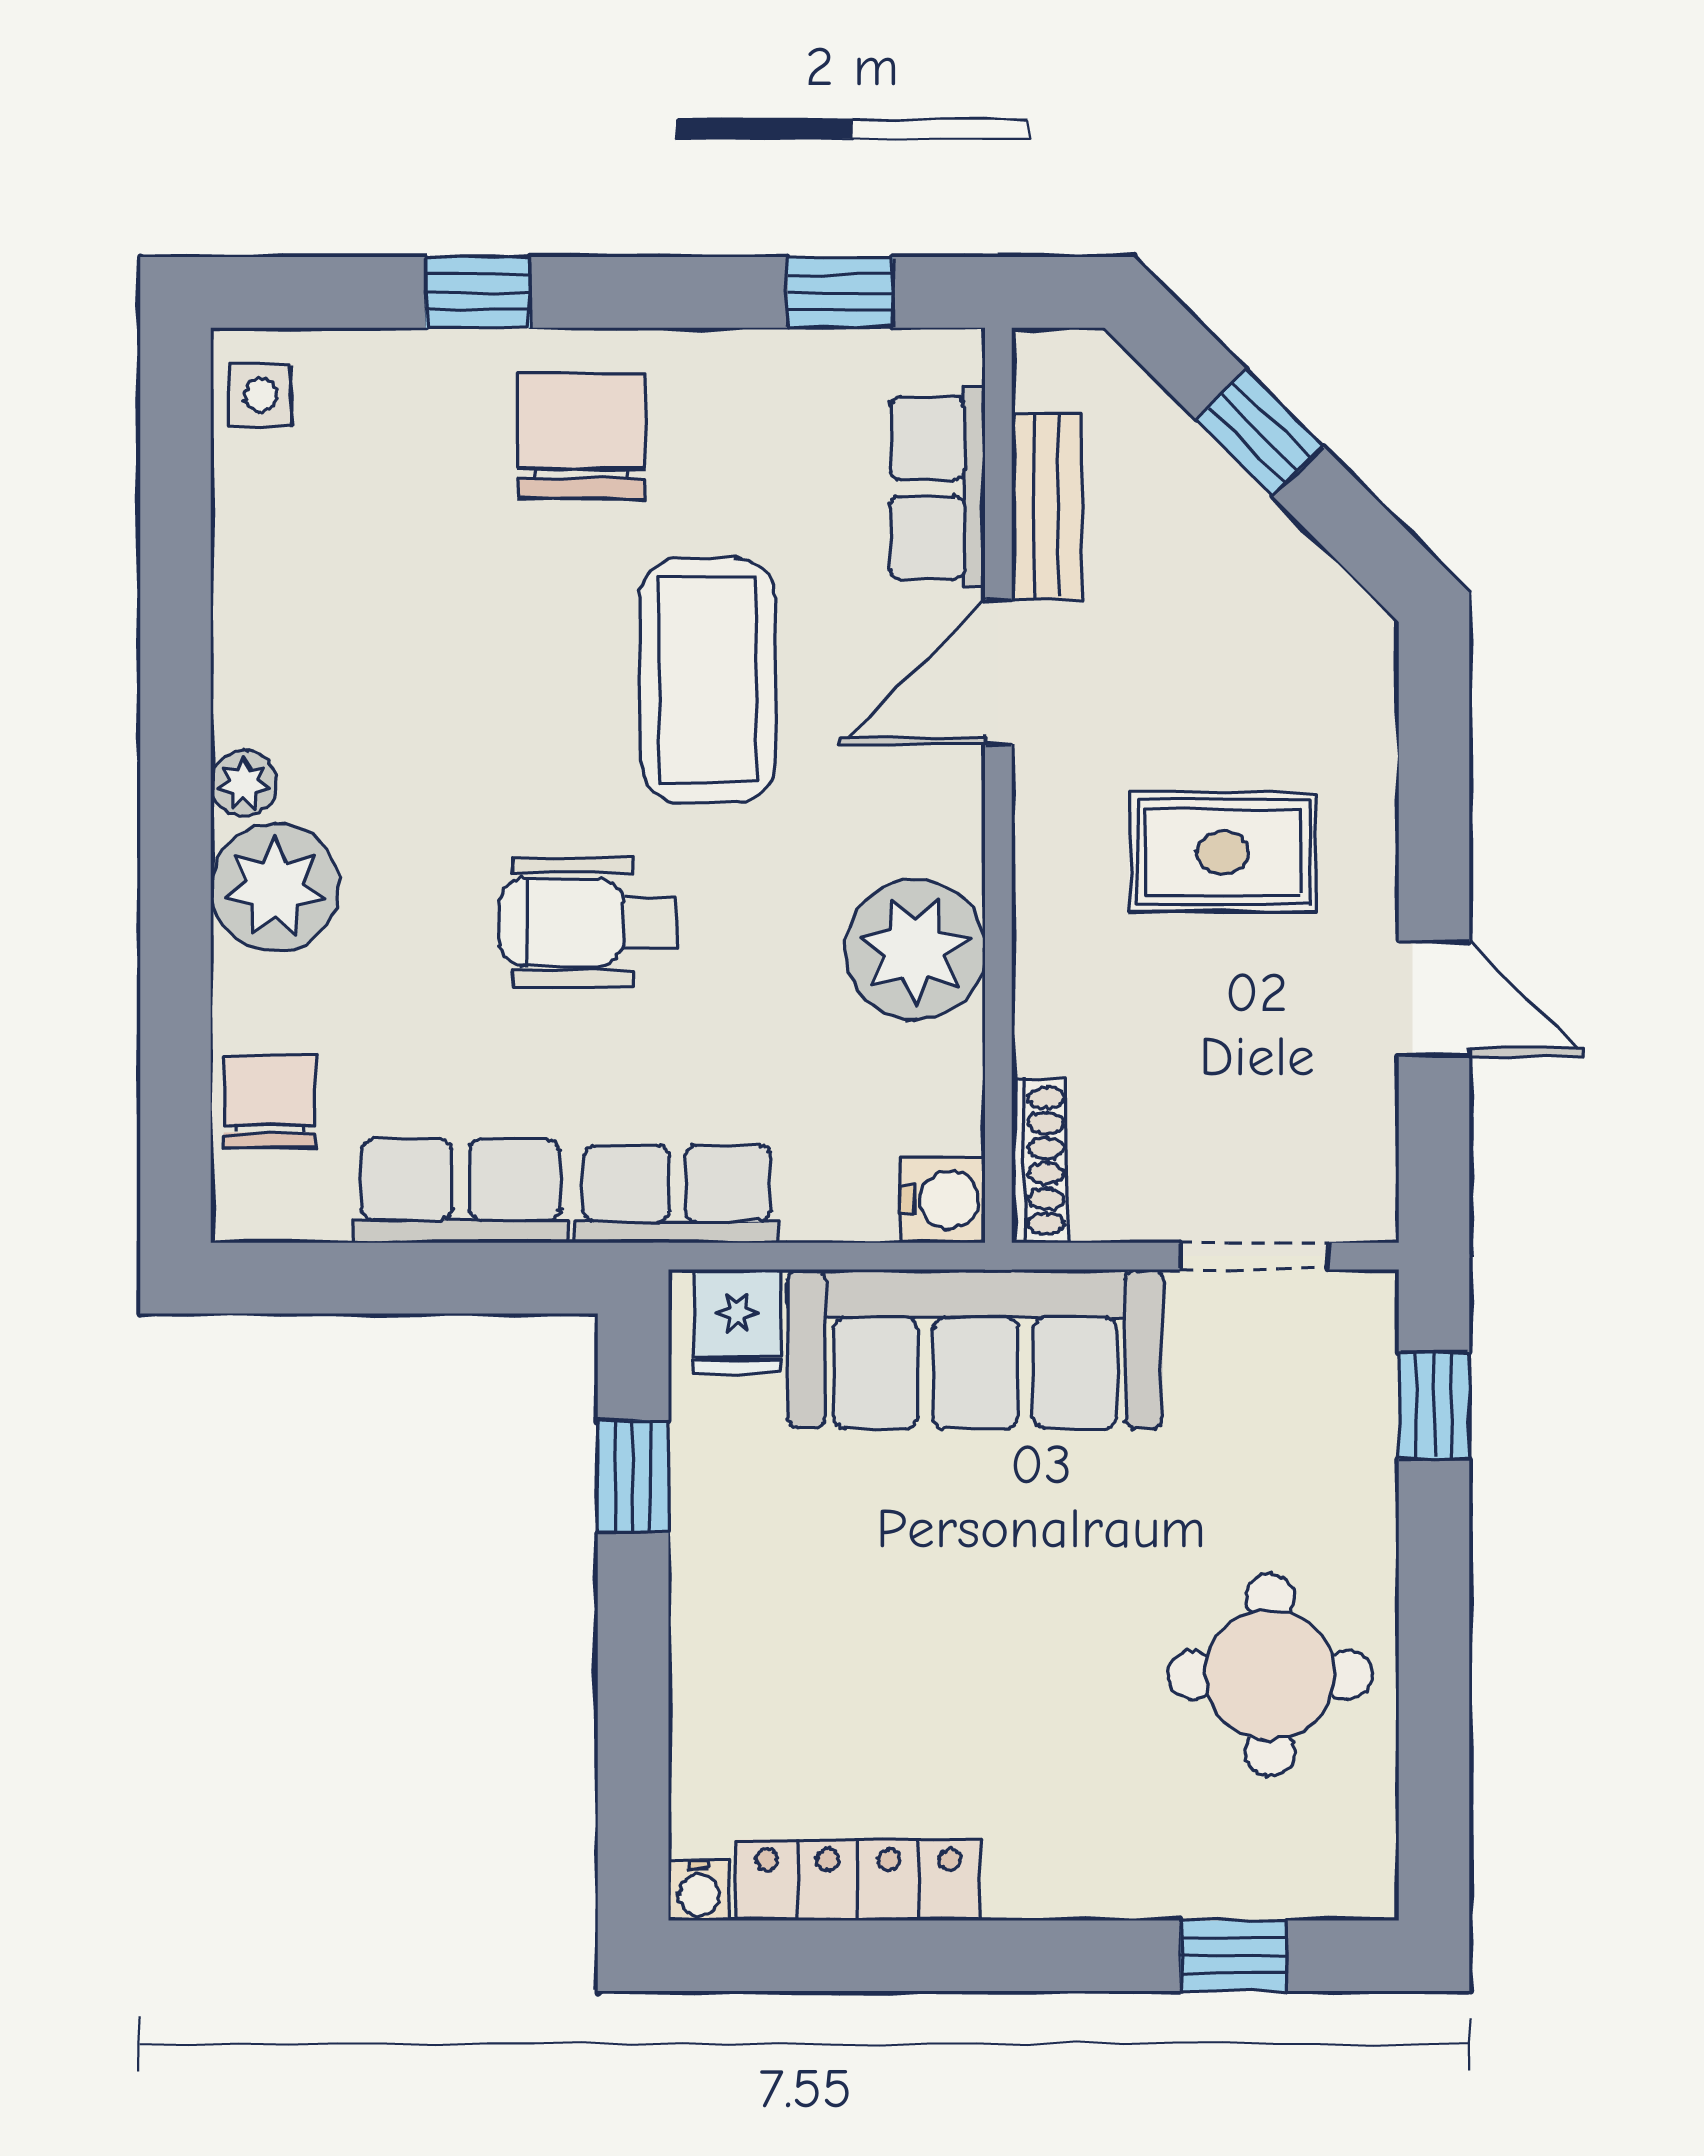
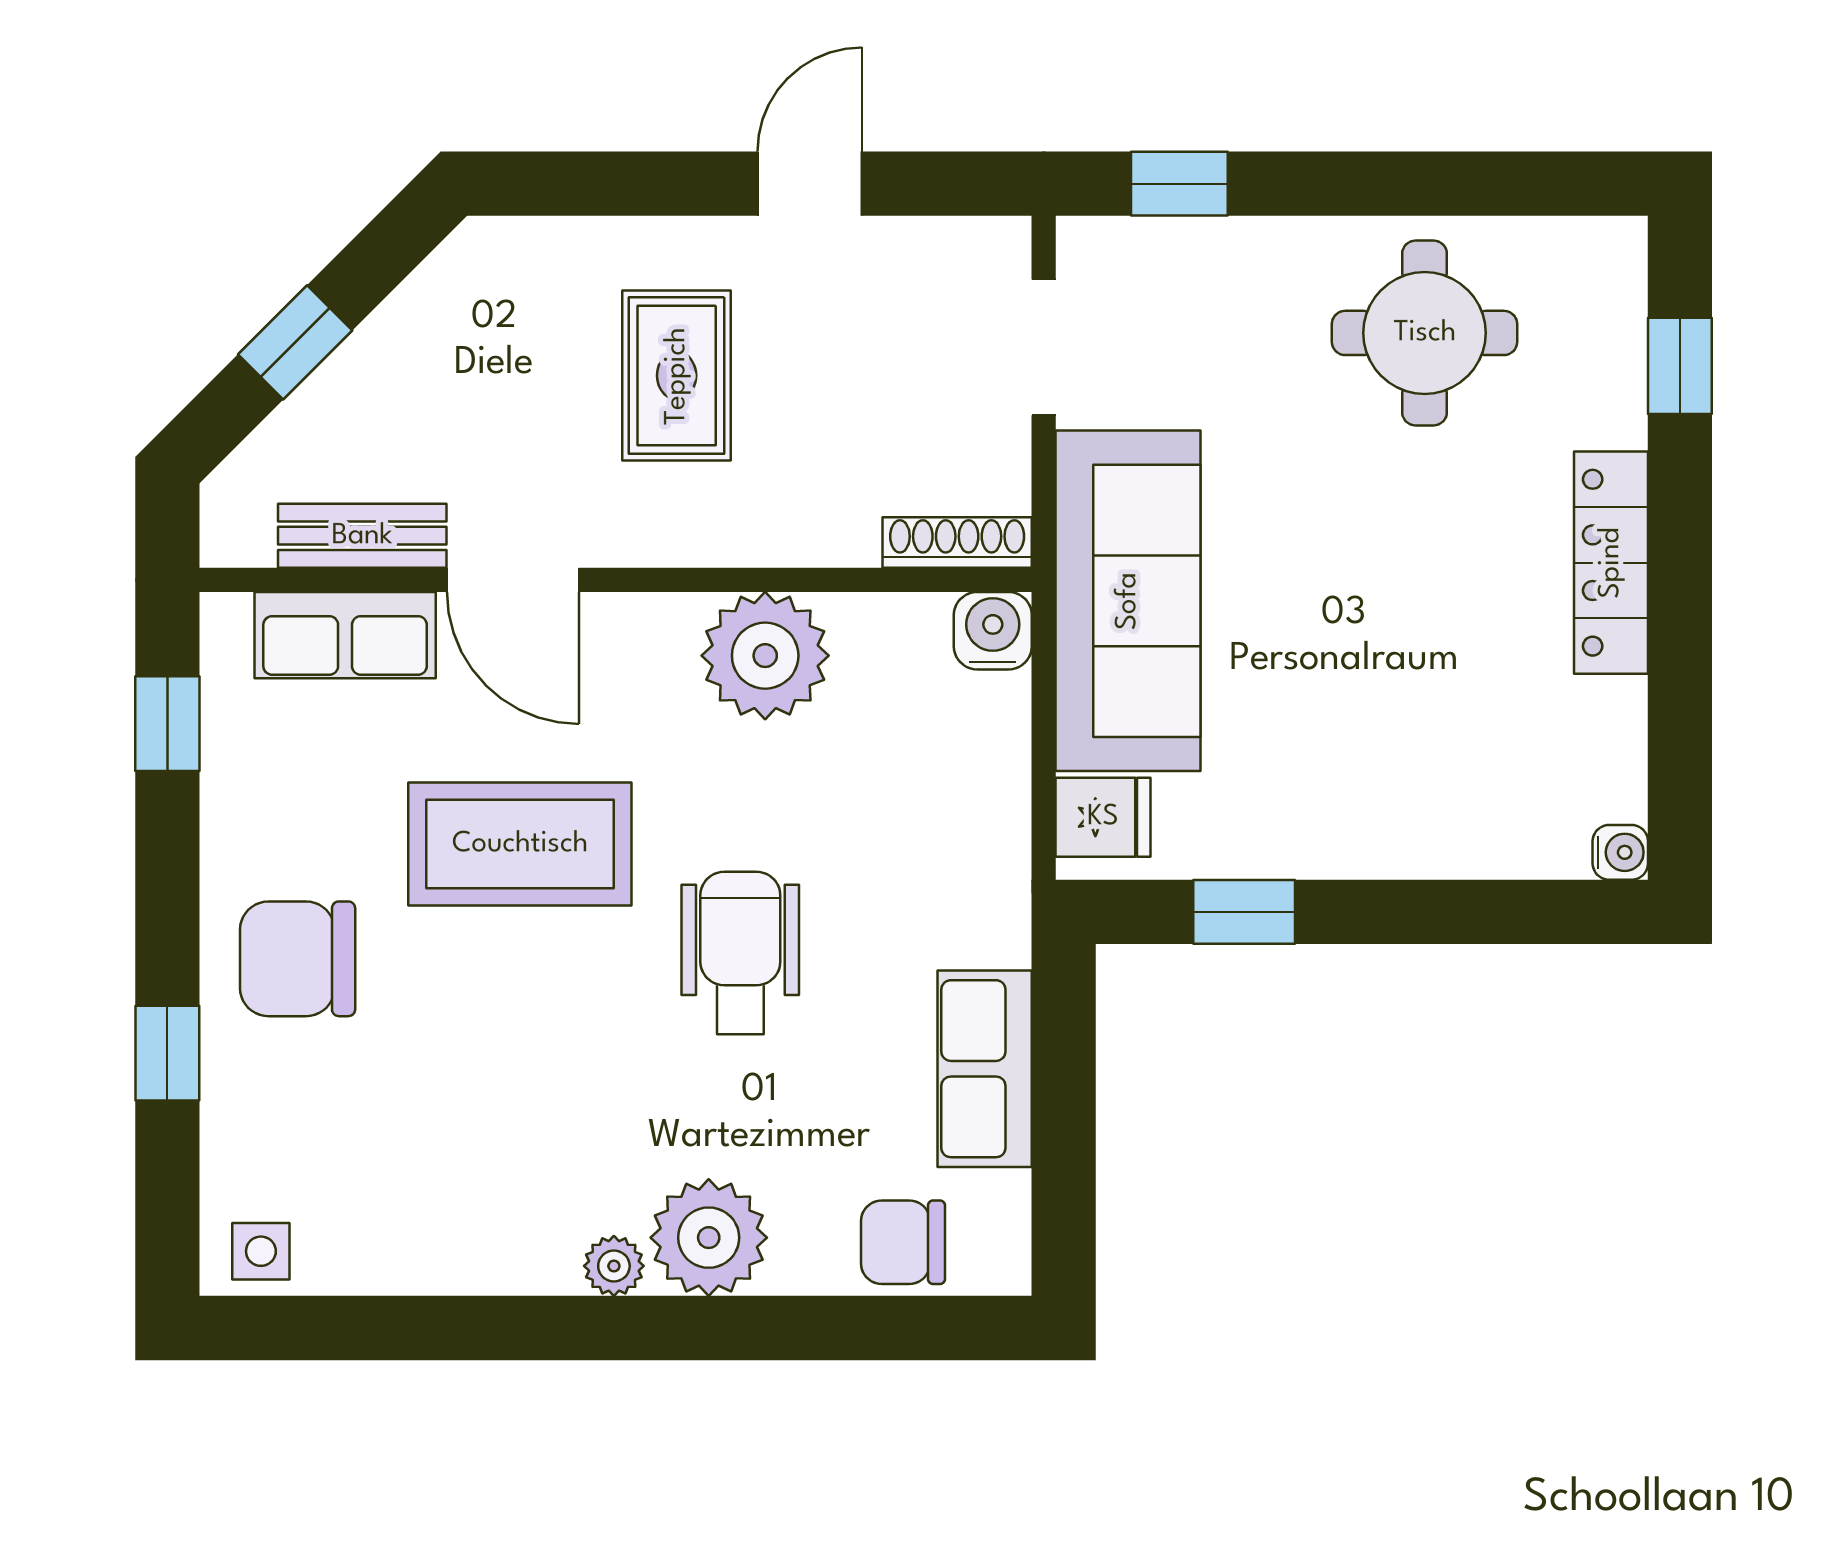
wheelchair: (588, 922) -> (740, 953), turned 180
row of seats: (677, 1194) -> (988, 872), removed
locker: (858, 1880) -> (1611, 563), moved

